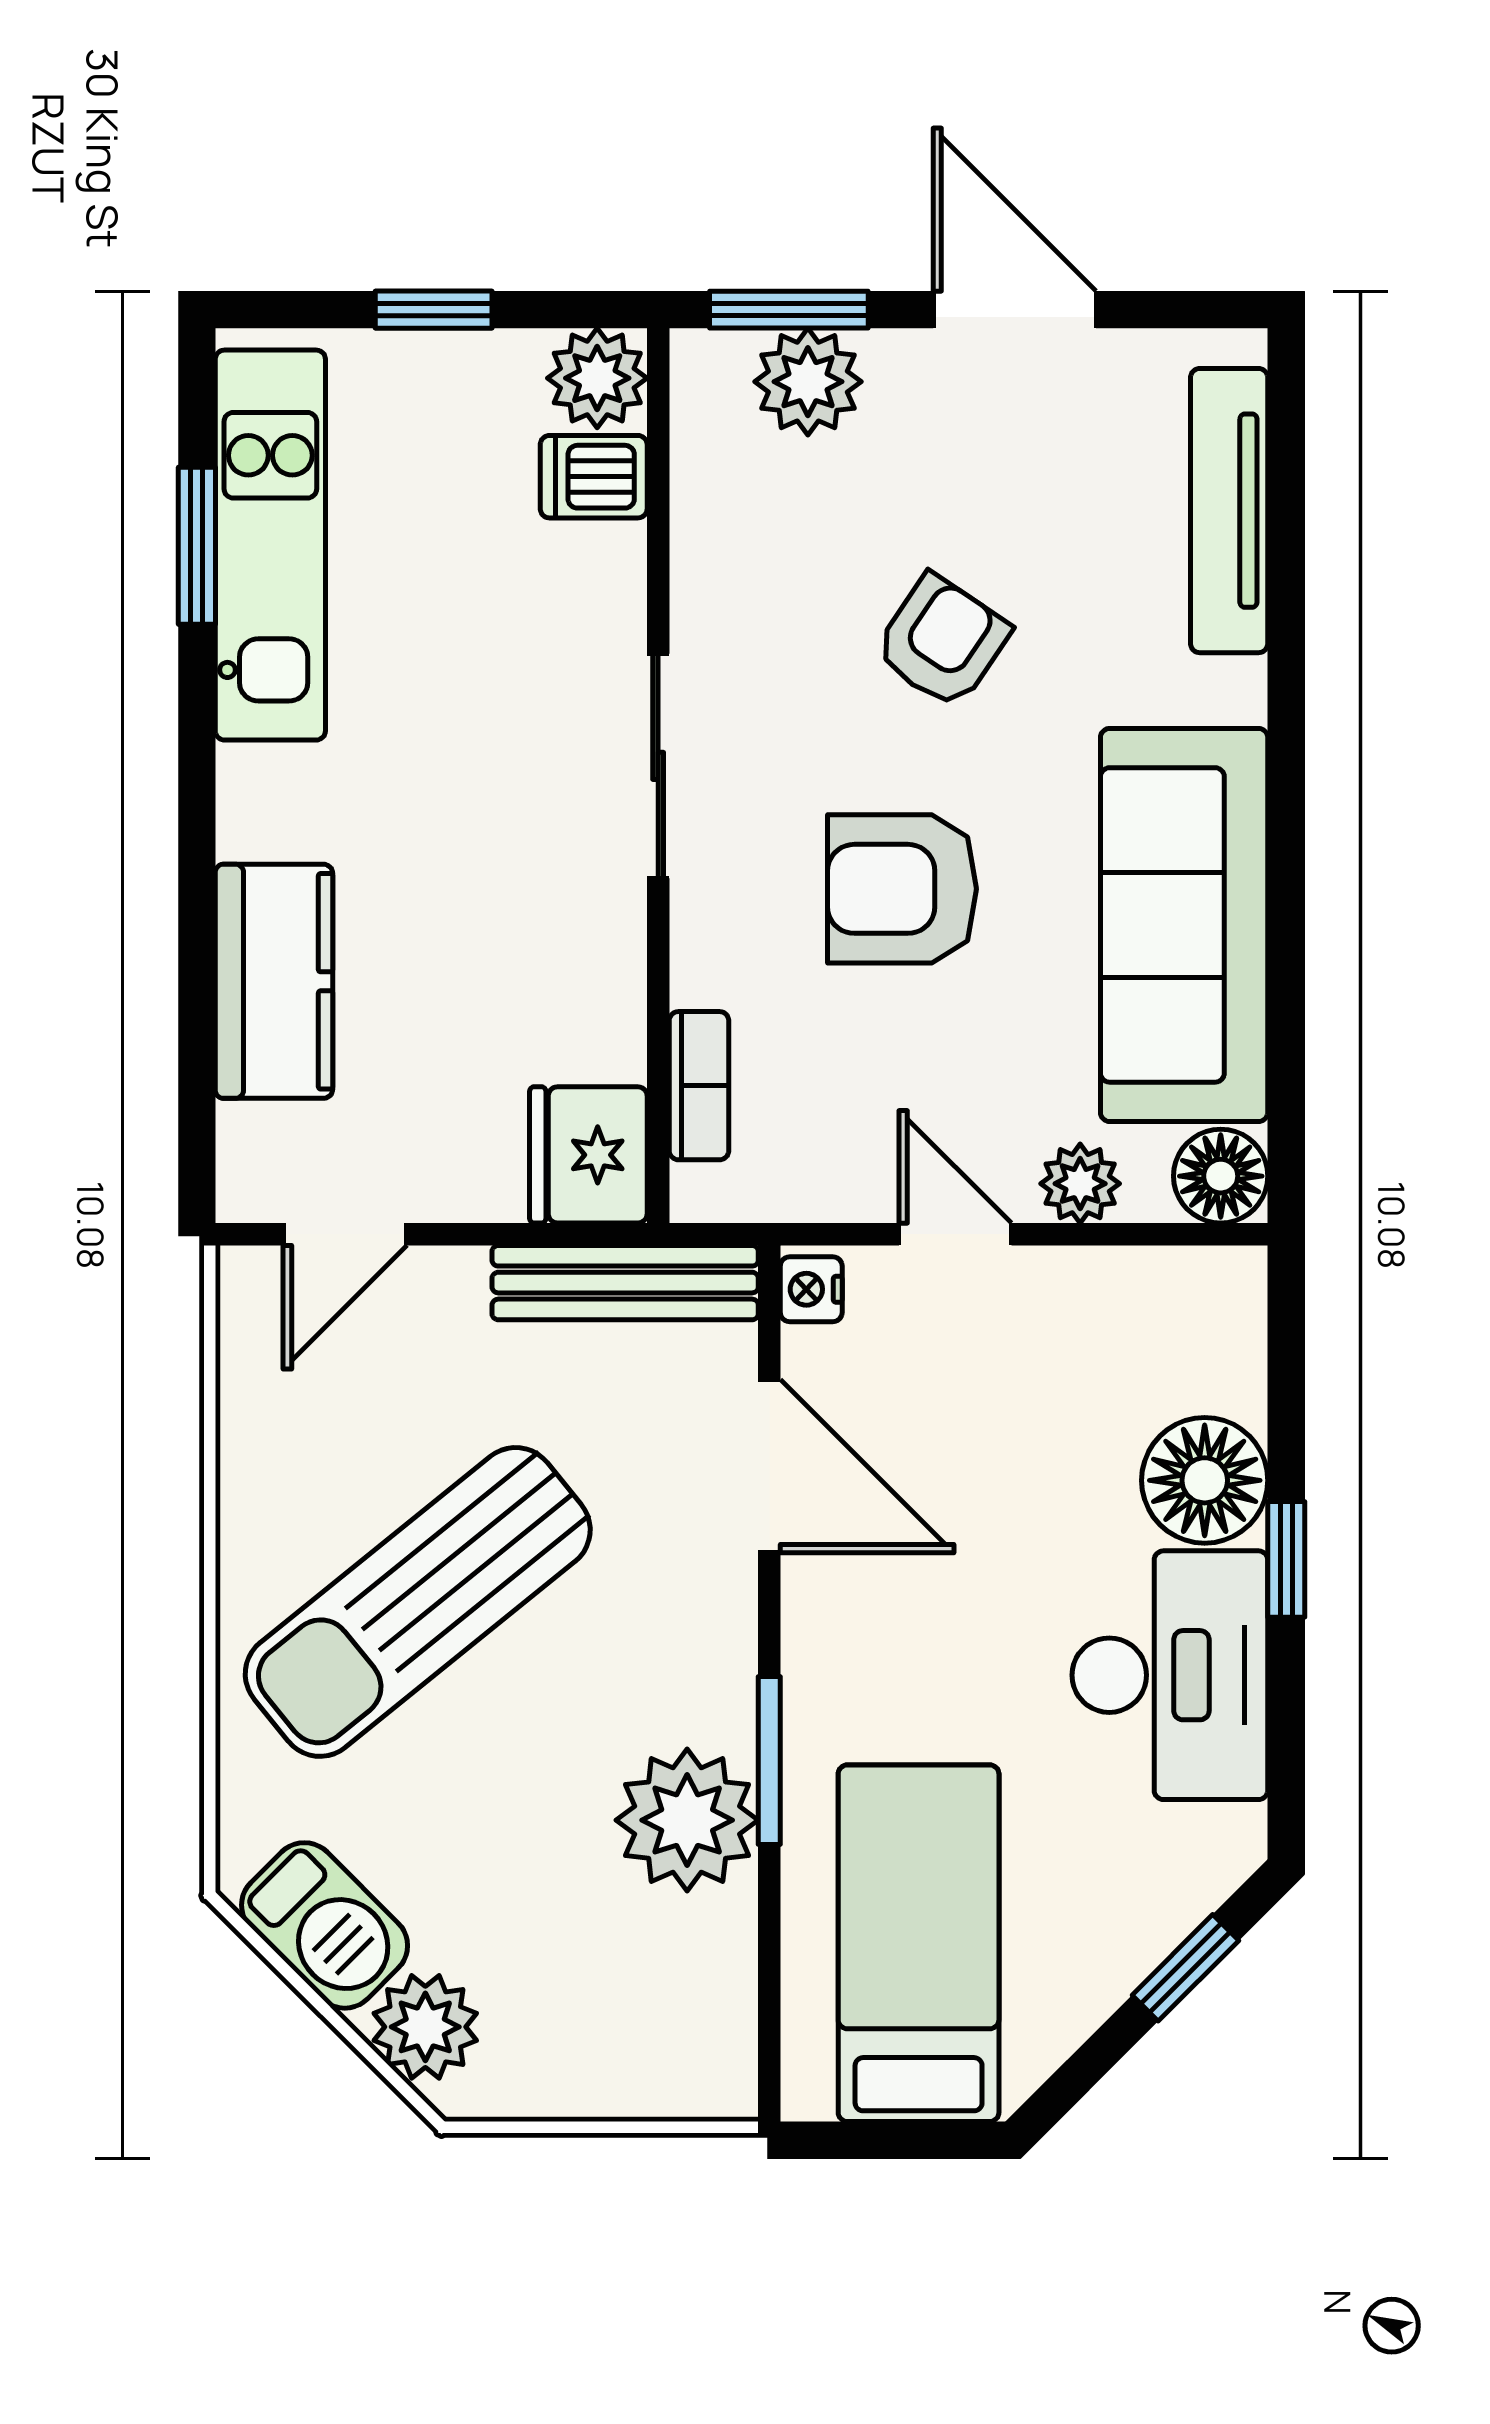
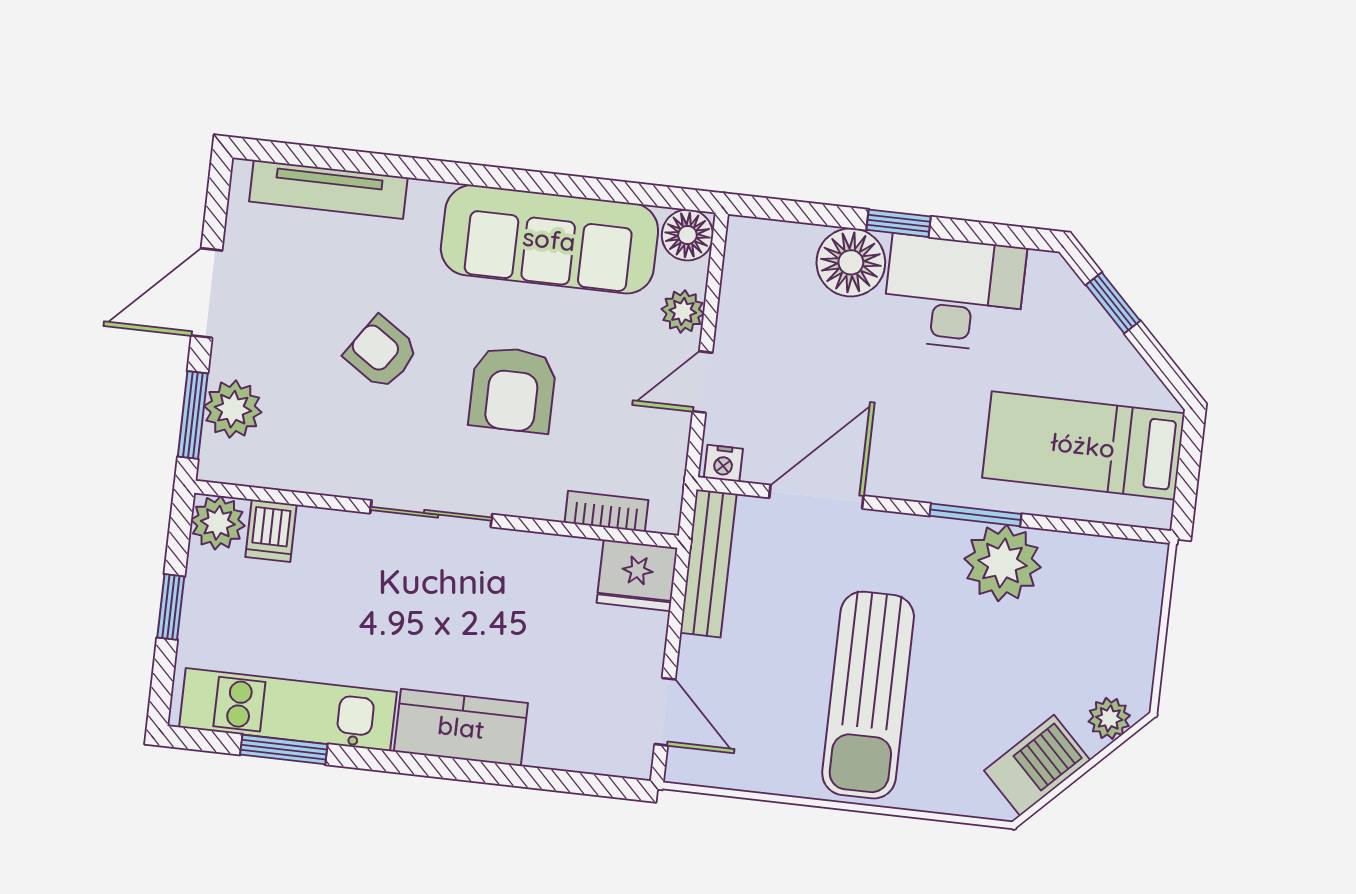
kitchen counter: (274, 981) -> (461, 727), moved
sun lounger: (418, 1602) -> (868, 695), turned 39
plant: (425, 2027) -> (1109, 718), width x0.73, depth x0.73

